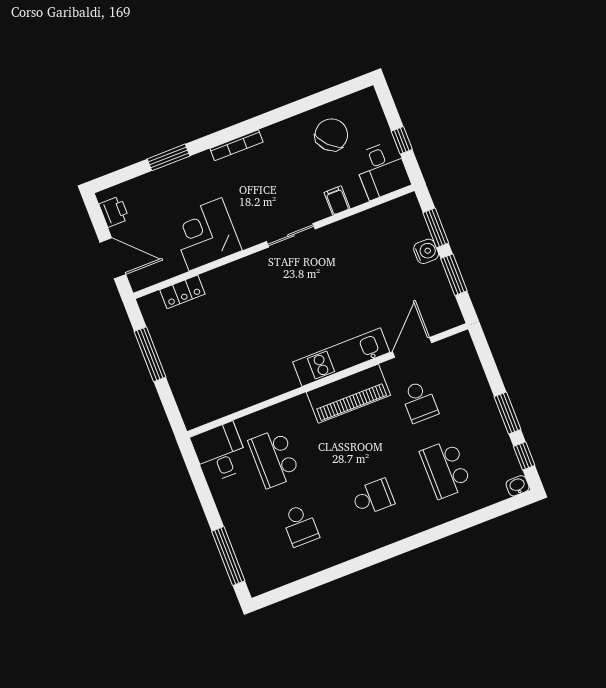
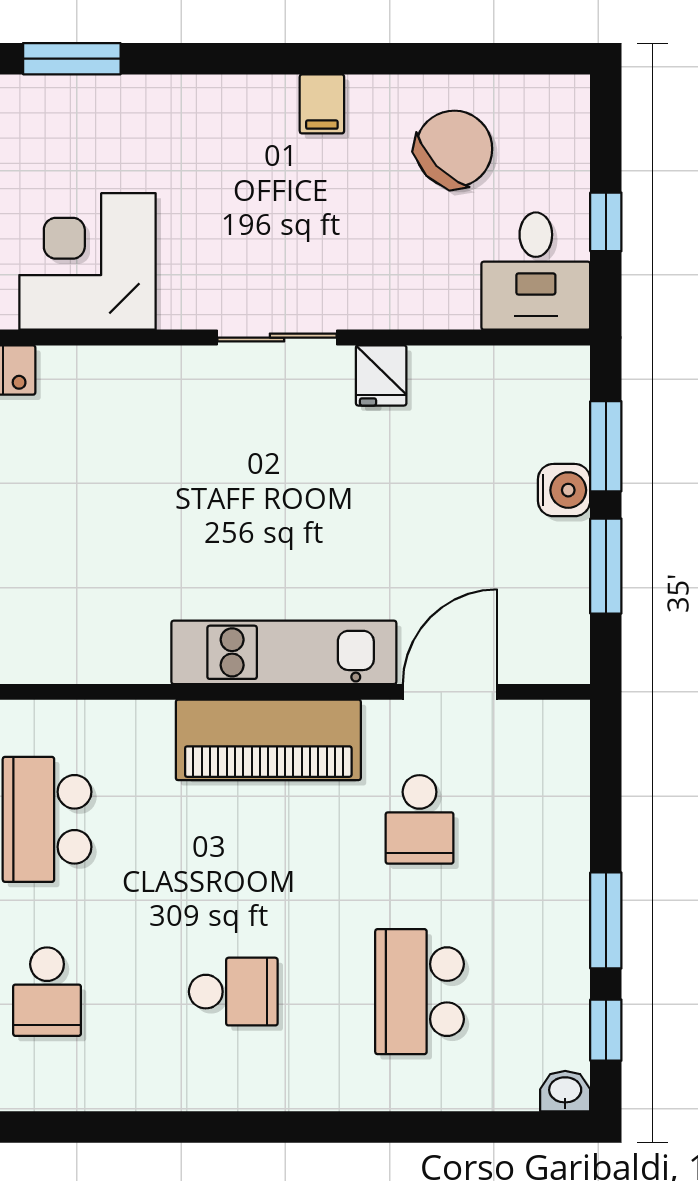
bookcase: (236, 145) -> (234, 90), removed
filing cabinet: (337, 201) -> (322, 104), moved, turned 180
fridge: (337, 234) -> (381, 375), added

